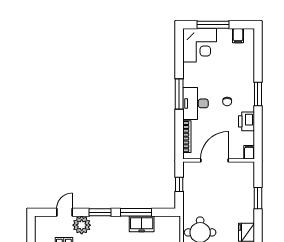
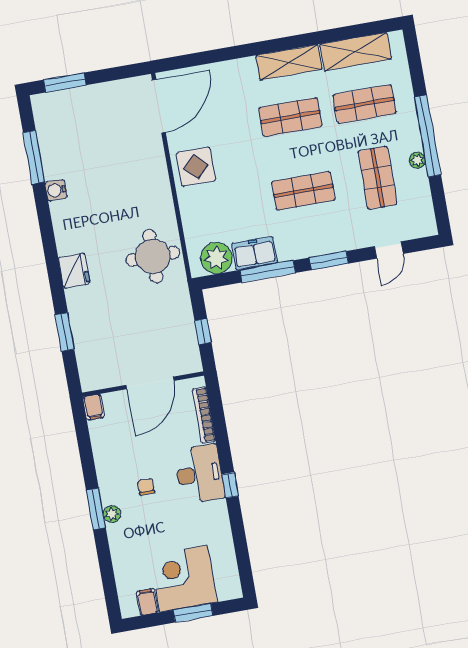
window: (213, 25) -> (193, 613), width x0.69
corner desk: (200, 45) -> (184, 579), moved
plant: (249, 89) -> (112, 514), added
window: (179, 94) -> (230, 485), width x0.46
printer: (247, 121) -> (107, 459), removed
plant: (82, 225) -> (216, 258), moved

